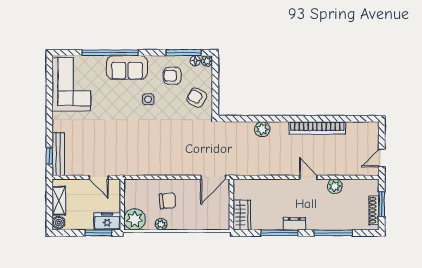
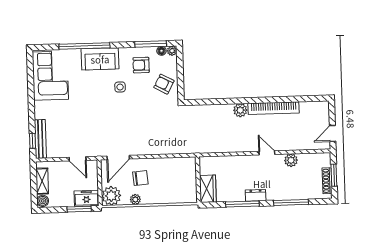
plant: (262, 129) -> (240, 110), moved
door: (213, 177) -> (118, 158), moved

